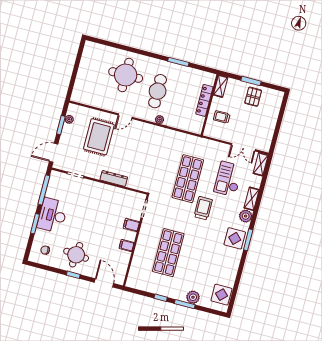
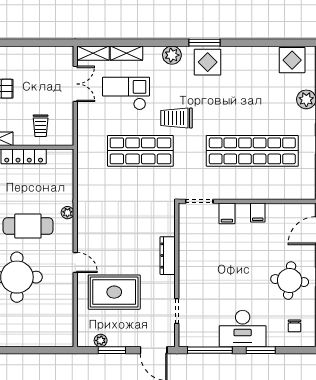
checkout: (228, 179) -> (126, 93), turned 180
shelving: (252, 199) -> (126, 53), moved
shop shelf: (168, 253) -> (252, 151), width x1.40

